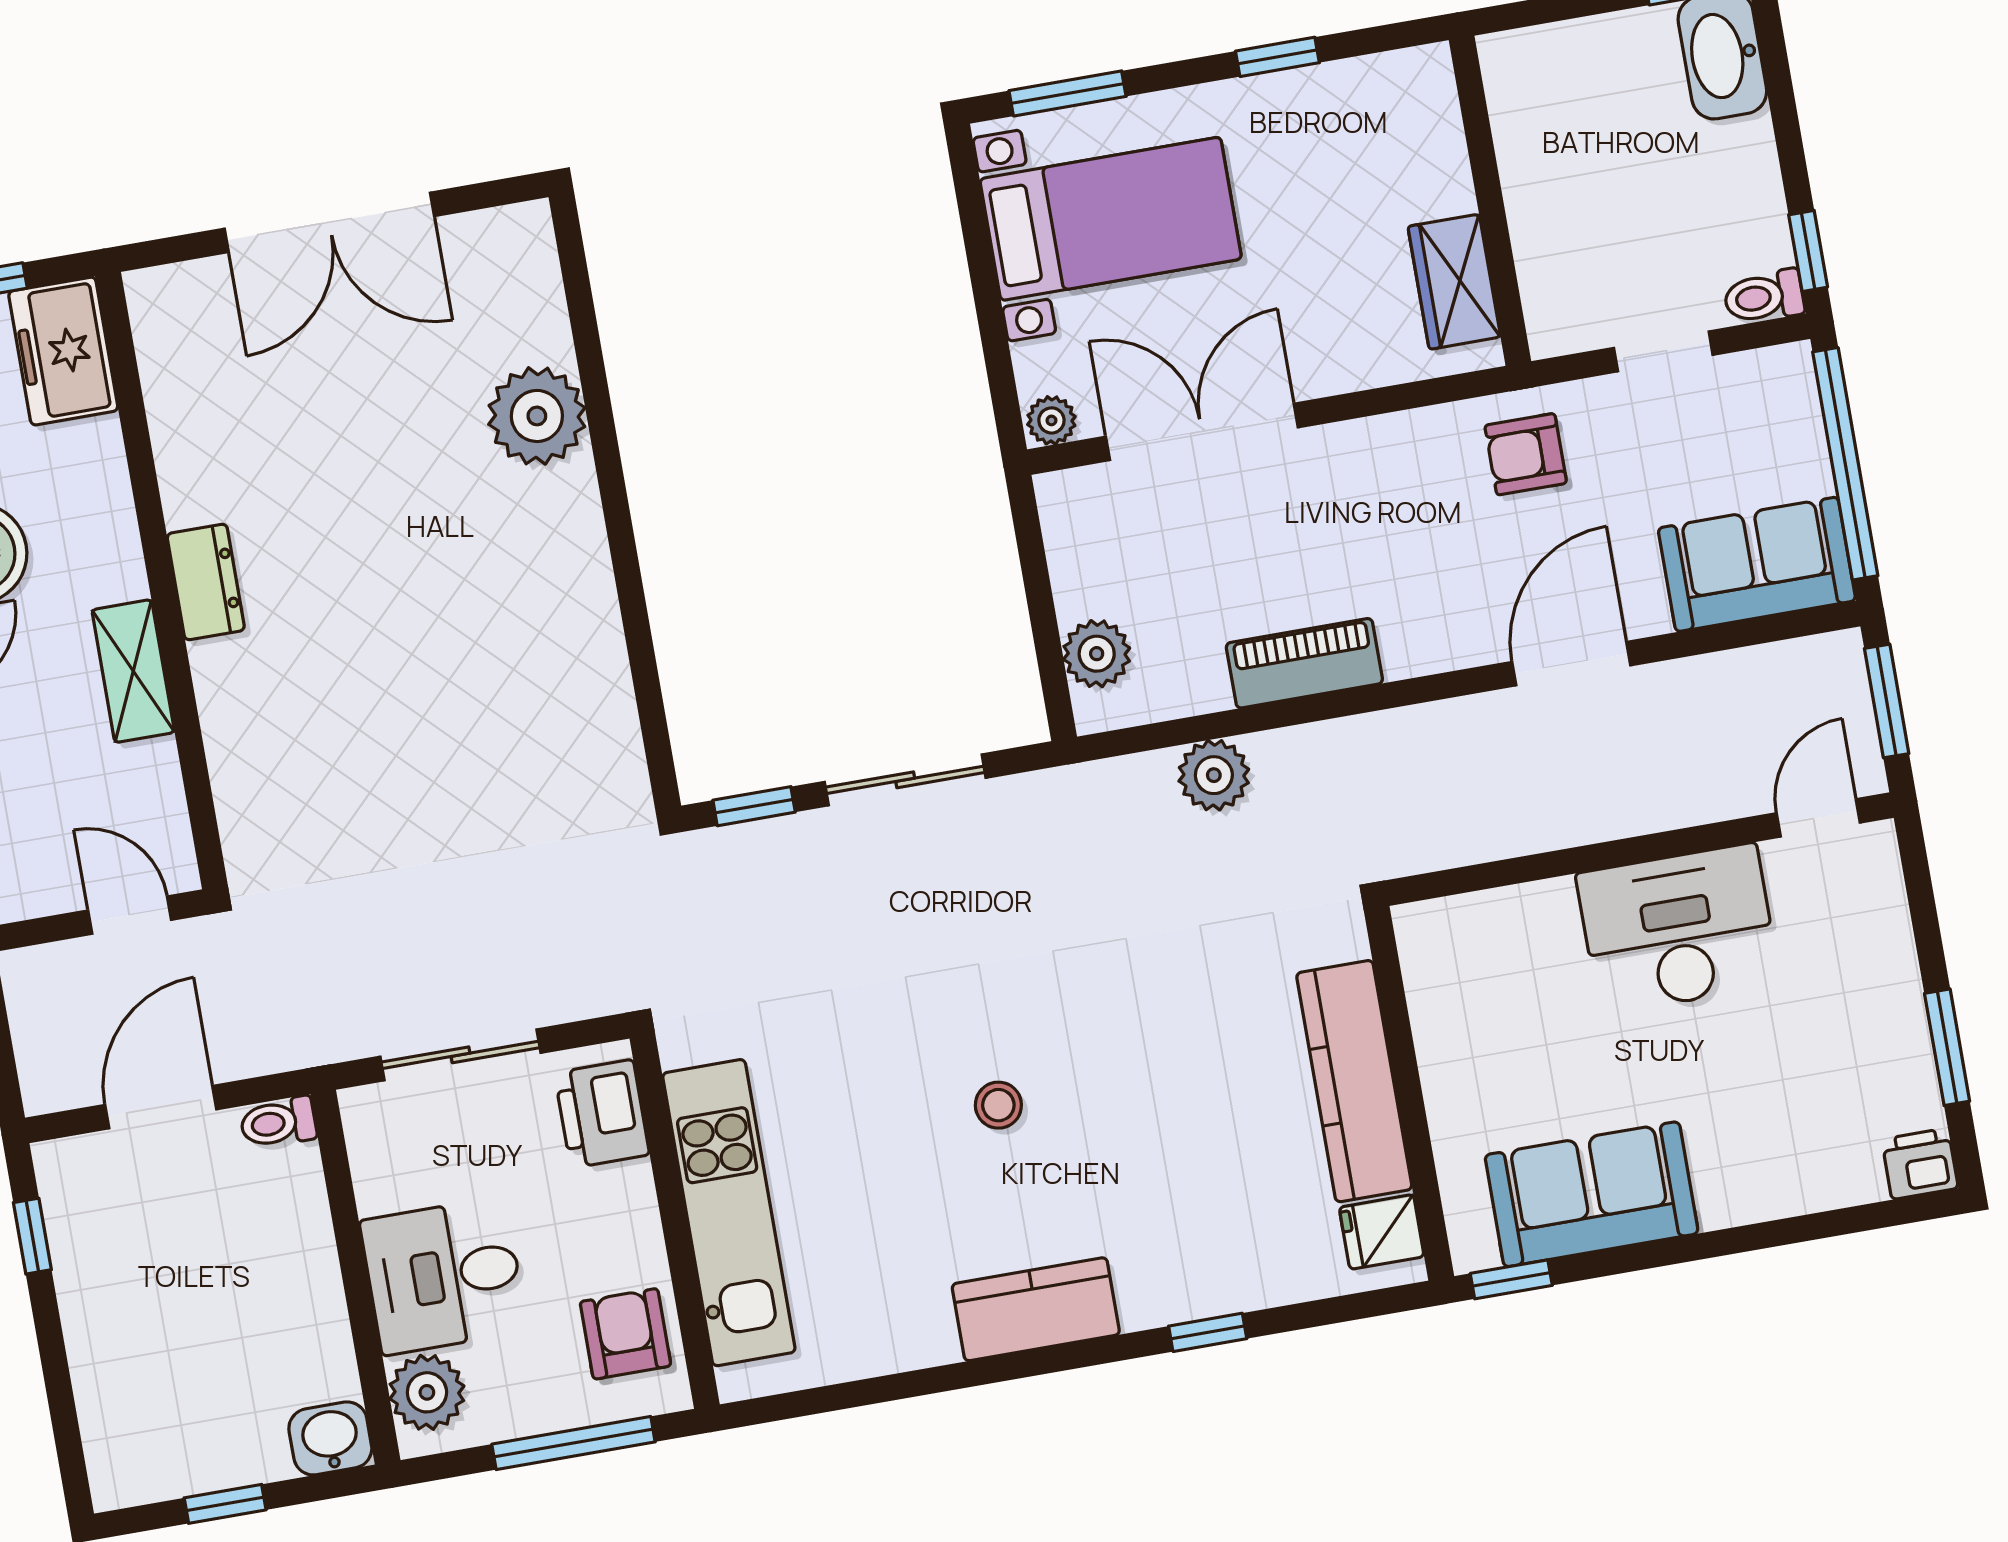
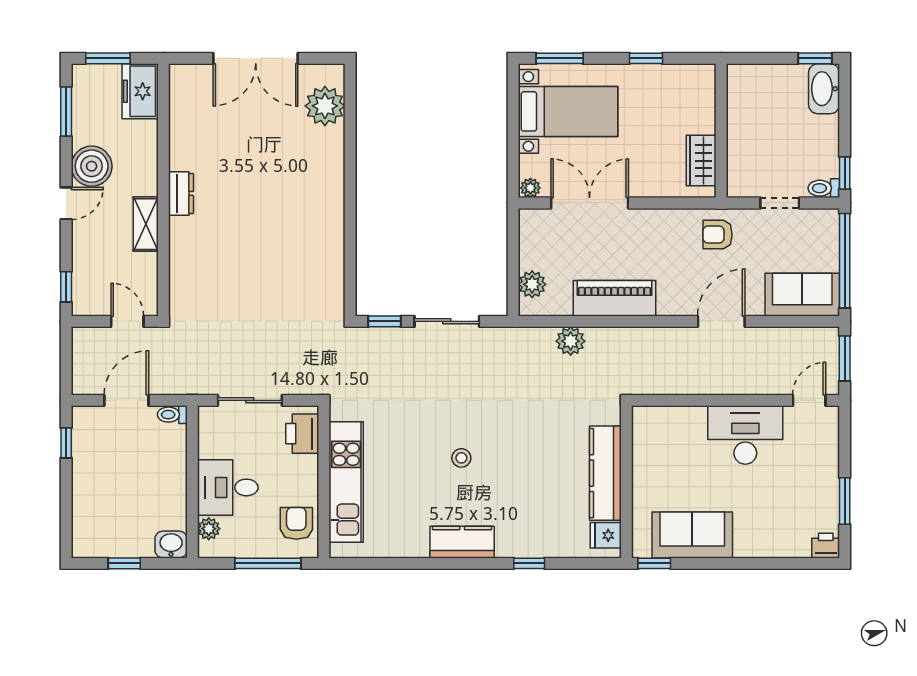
plant: (537, 416) -> (325, 106), moved
piano: (1304, 663) -> (615, 298), width x1.37, depth x1.33
plant: (427, 1392) -> (209, 529), width x0.73, depth x0.73

